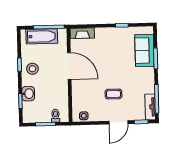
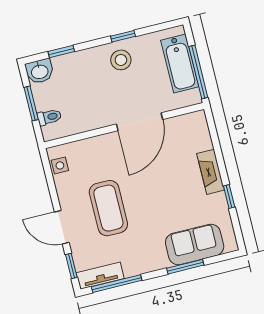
fireplace: (82, 33) -> (211, 172), moved
washbasin: (28, 94) -> (40, 71), moved
coffee table: (114, 94) -> (108, 208), width x1.86, depth x1.72

